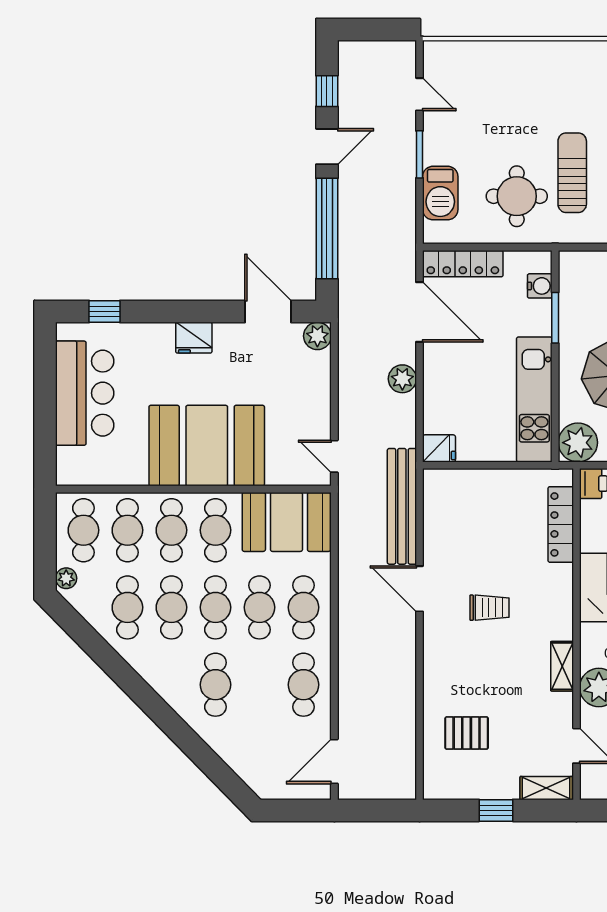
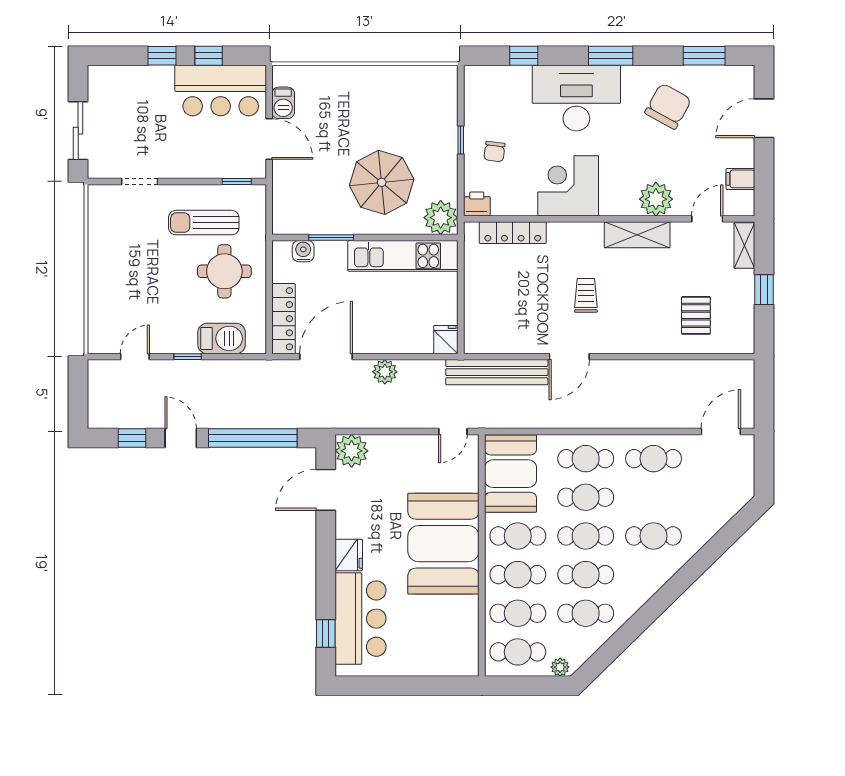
window: (420, 154) -> (188, 357), width x0.67
plant: (317, 336) -> (352, 451), width x1.36, depth x1.36
bar counter: (85, 393) -> (360, 619), moved, turned 90
shelving: (562, 666) -> (637, 235), width x1.50, depth x1.33
door: (334, 761) -> (721, 431), swing flipped

